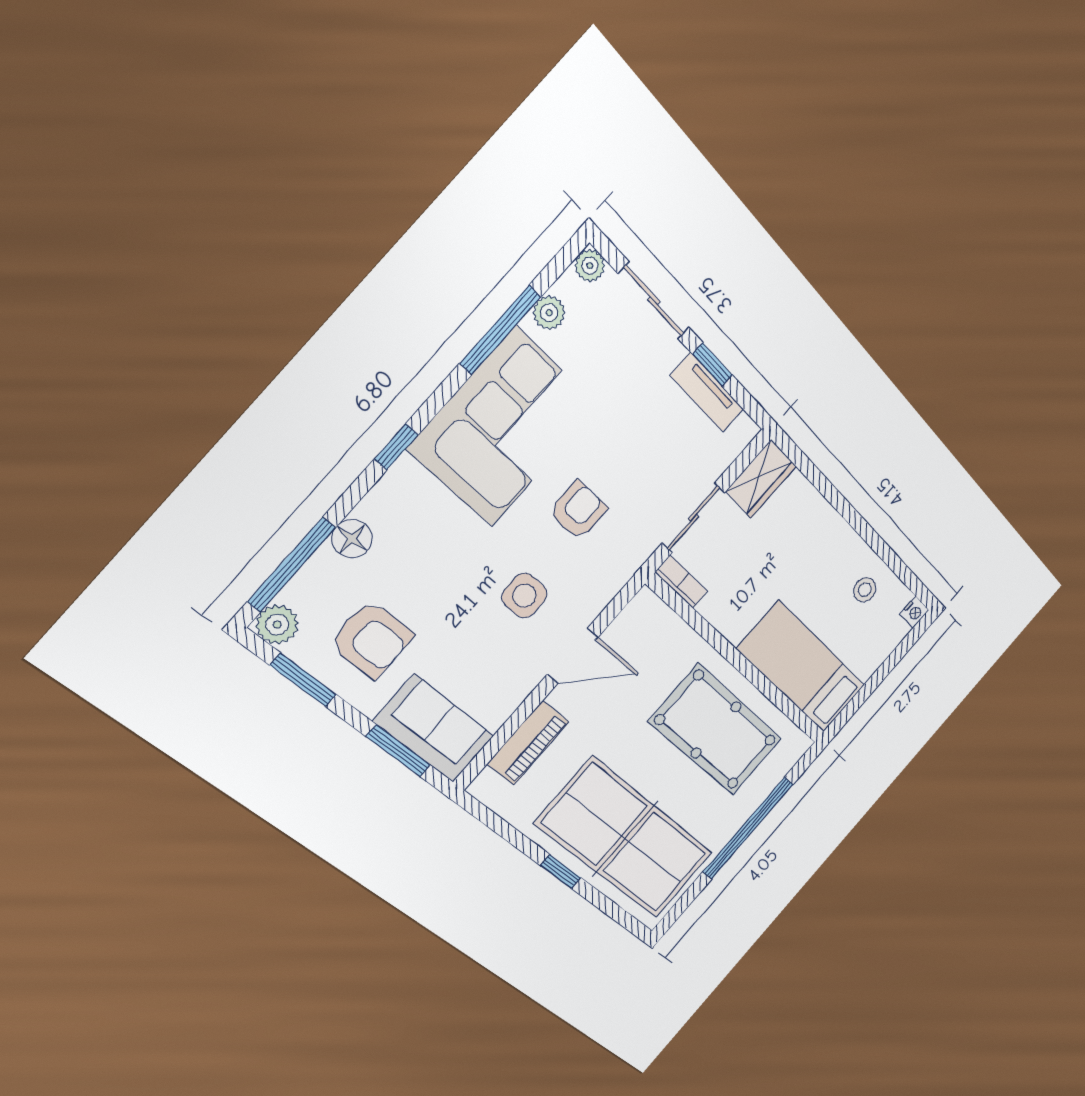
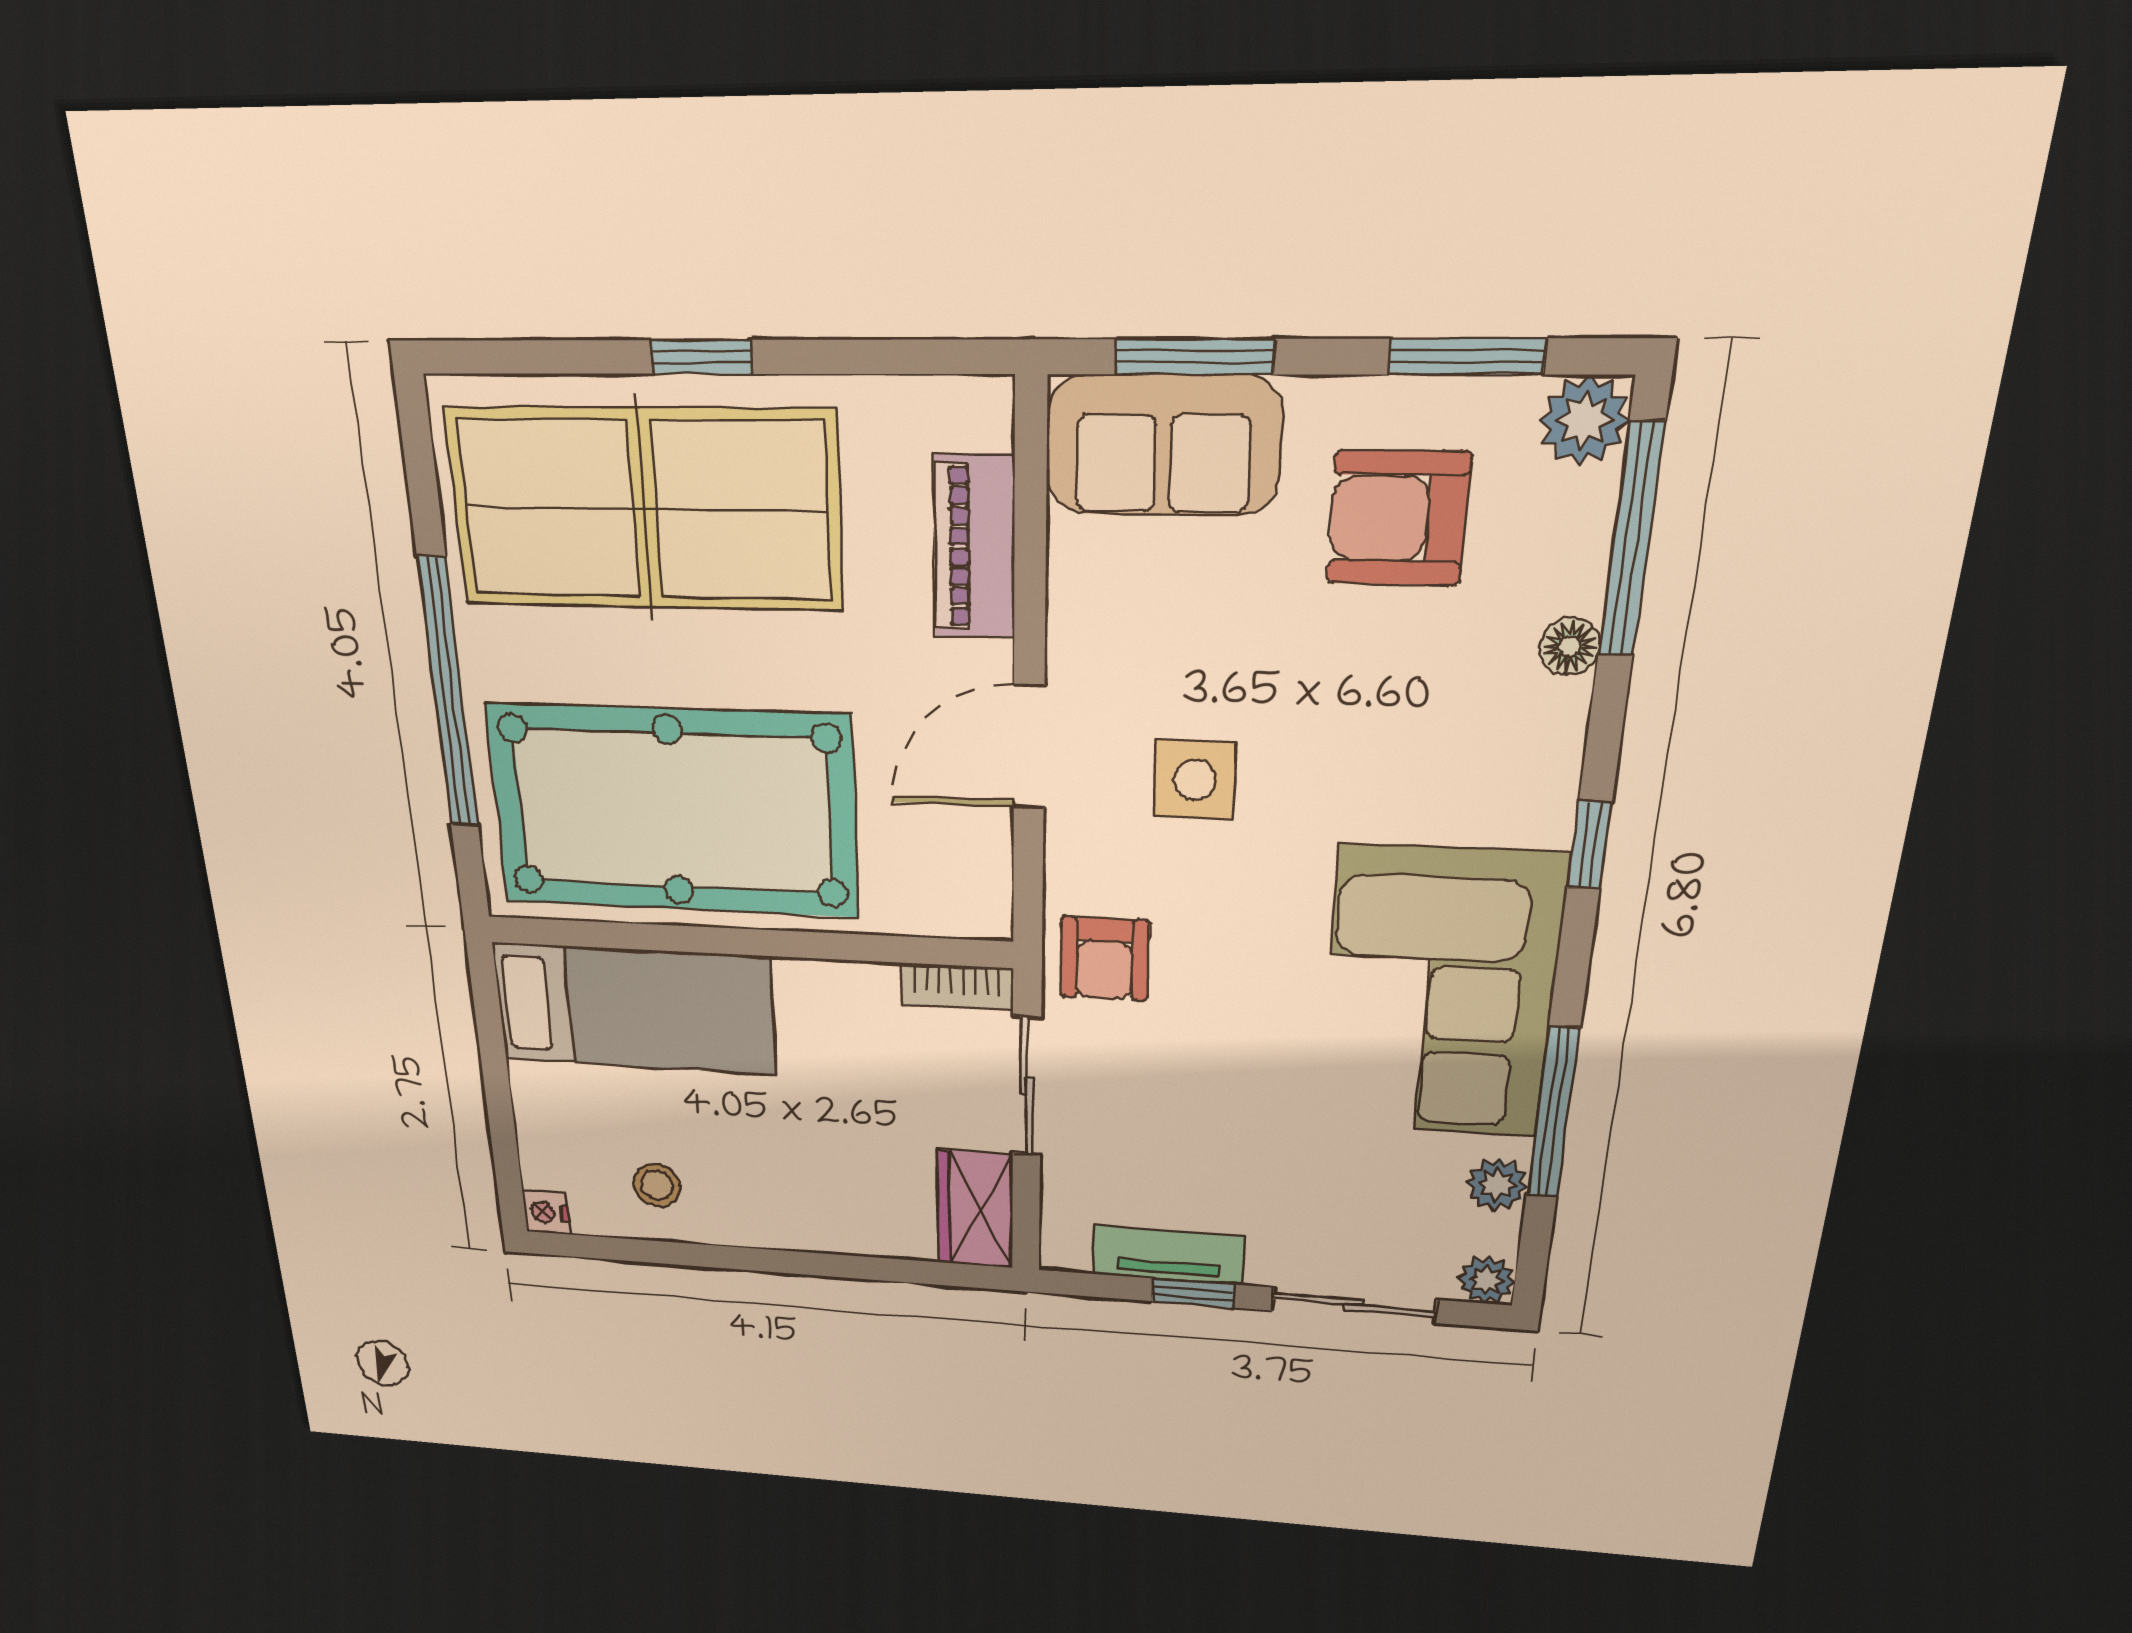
armchair: (578, 510) -> (1105, 959), moved
floor lamp: (352, 539) -> (1570, 646), width x0.73, depth x0.73
pool table: (716, 730) -> (673, 811), width x1.36, depth x1.32

